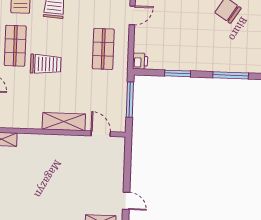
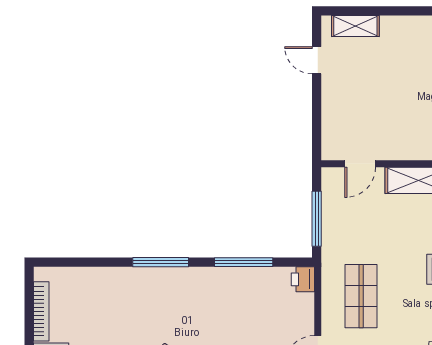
window: (178, 73) -> (244, 262), width x1.44
door: (101, 134) -> (360, 164), hinge flipped

